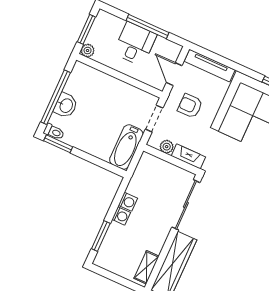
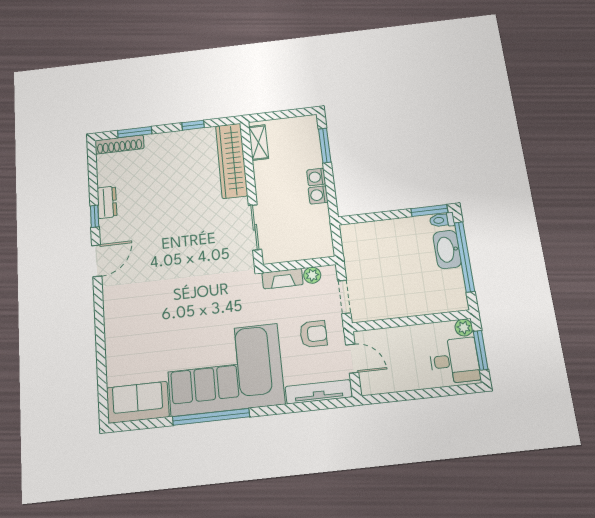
window: (147, 26) -> (415, 395), removed
desk: (135, 44) -> (454, 361), moved, turned -90
washbasin: (66, 105) -> (447, 249), width x1.38
bathtub: (126, 147) -> (355, 249), removed
sliding door: (186, 205) -> (255, 227), width x0.73

